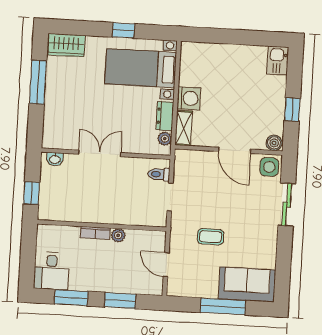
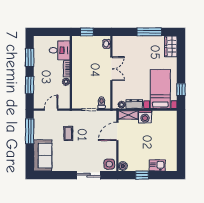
window: (123, 30) -> (181, 90), moved
kitchen sink: (278, 61) -> (157, 165), moved
door: (235, 150) -> (117, 131), moved
desk: (51, 271) -> (60, 50), moved, turned 180
window: (223, 306) -> (30, 131), moved

